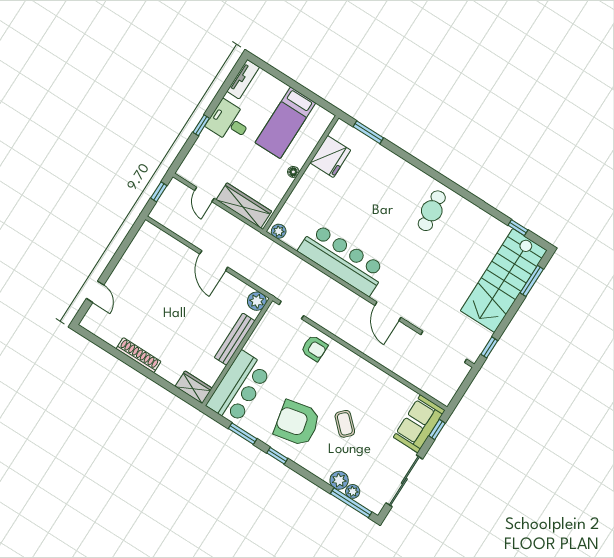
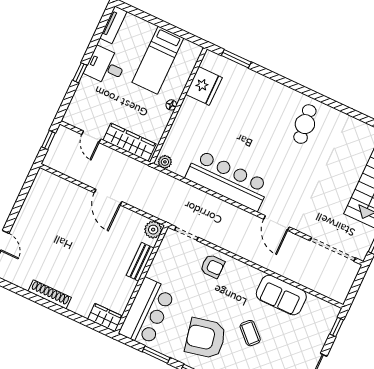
bench: (235, 339) -> (140, 262), width x0.73
sofa: (419, 424) -> (281, 295), moved, turned -90

